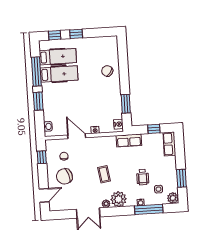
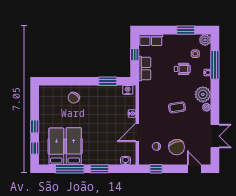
row of seats: (129, 140) -> (145, 69), moved
double door: (88, 213) -> (215, 136), moved

